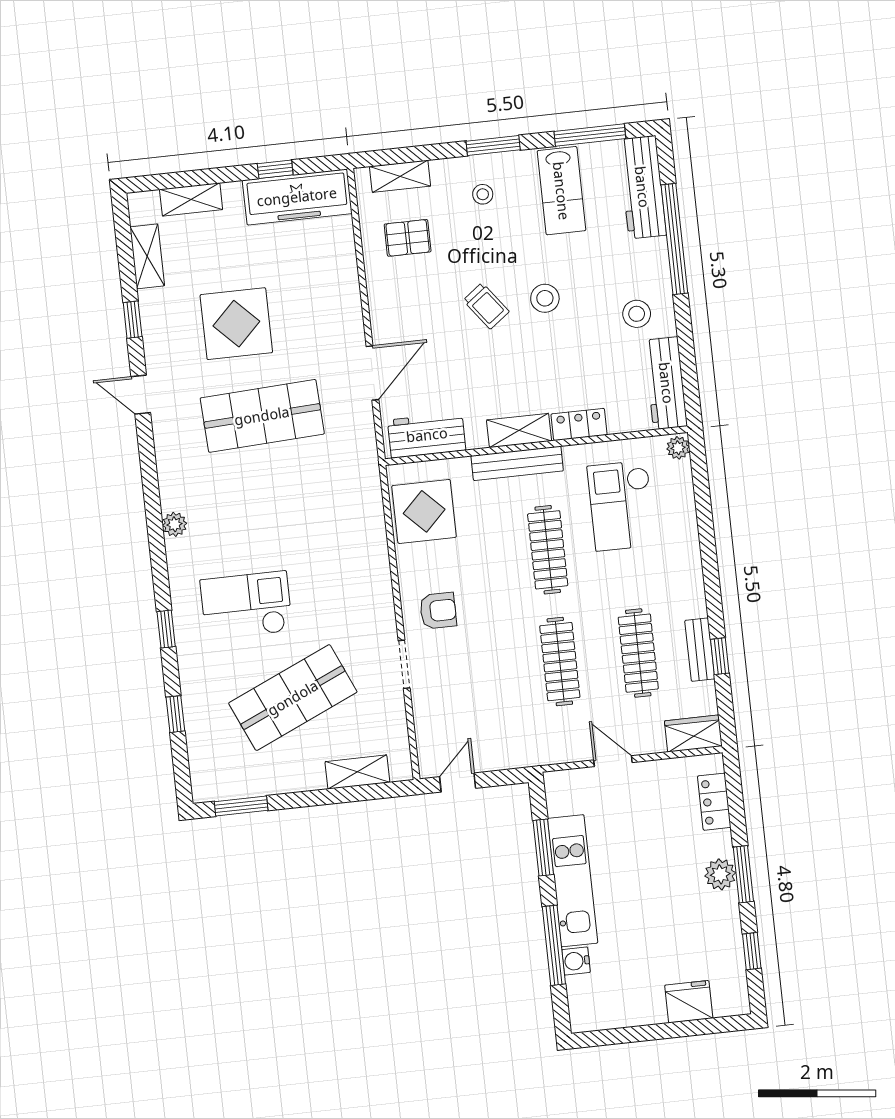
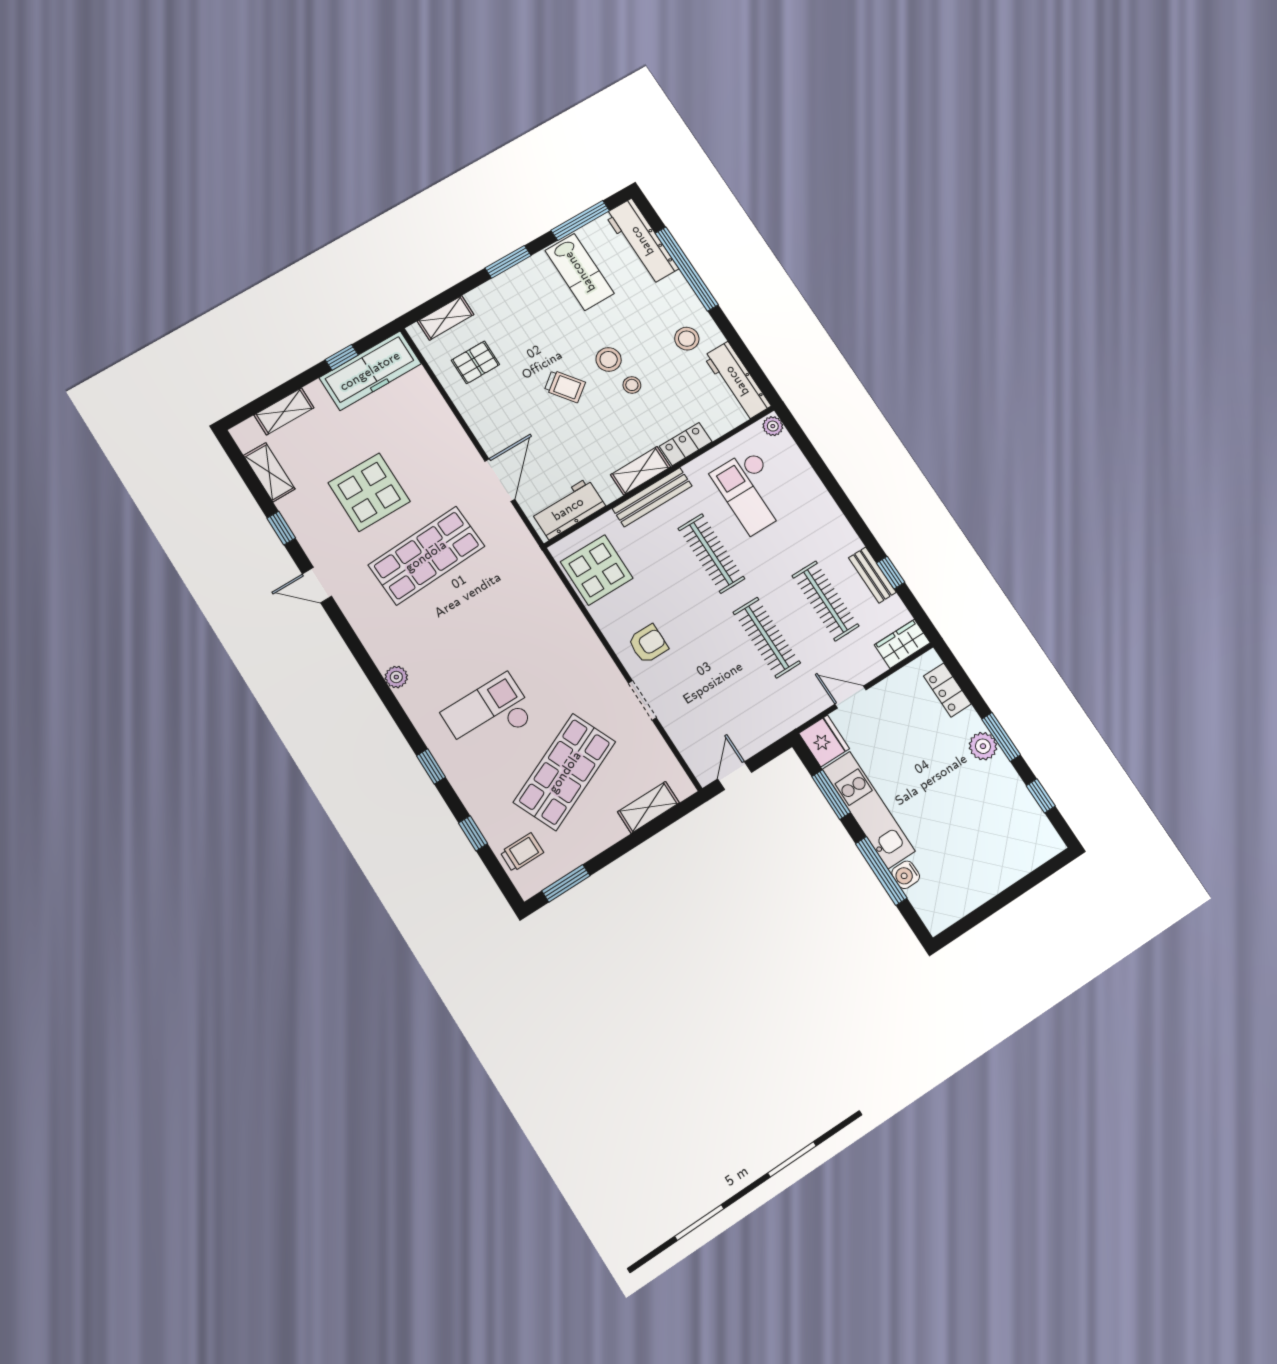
stool: (483, 194) -> (632, 385), moved
trolley: (213, 755) -> (522, 852), added
fridge: (689, 1002) -> (824, 741), moved, turned 90

